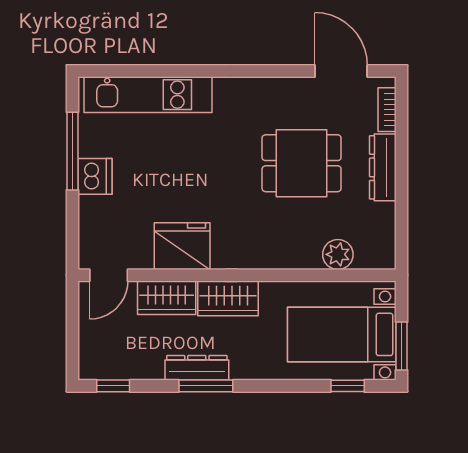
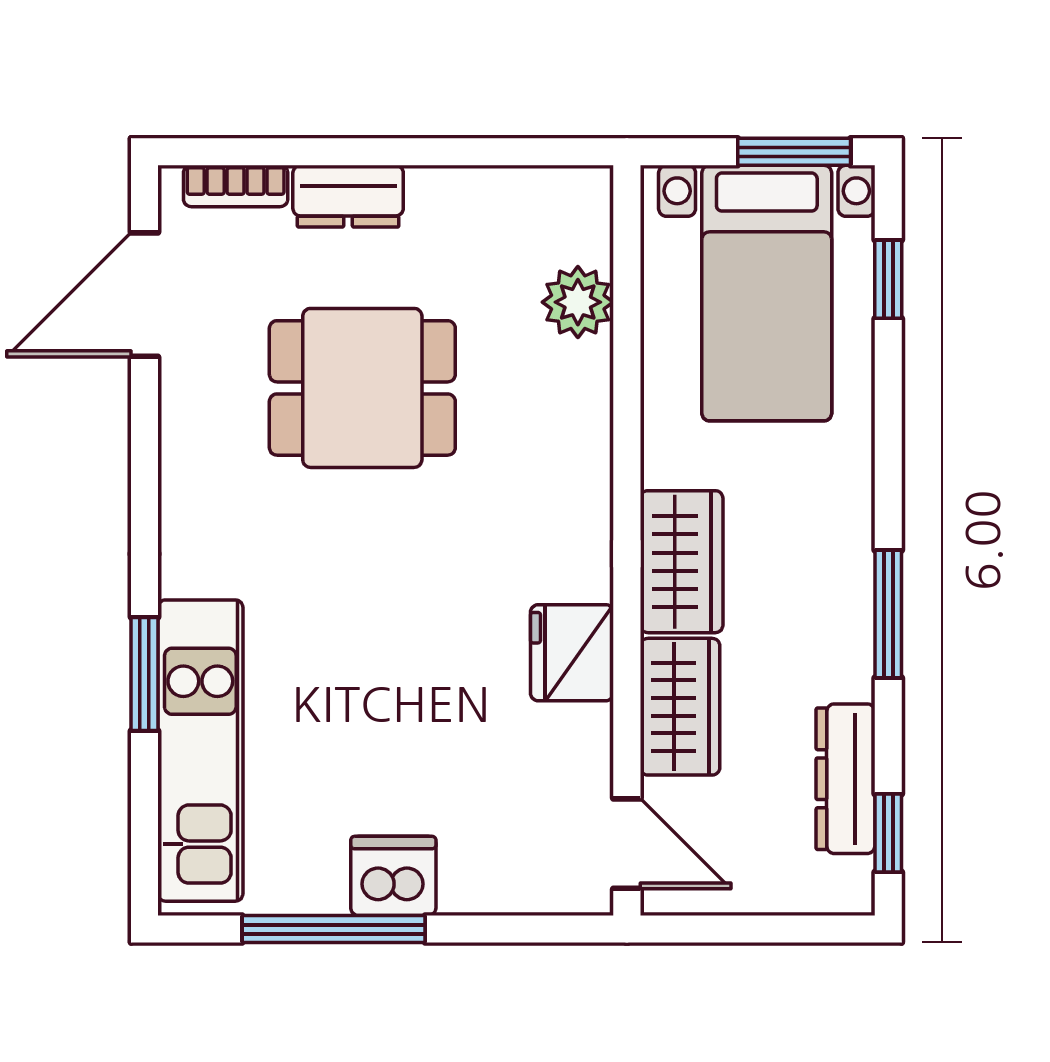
window: (180, 71) -> (144, 674), added
dining table: (302, 163) -> (362, 388), turned 90
dresser: (383, 167) -> (348, 196), width x0.70
fridge: (182, 246) -> (572, 653), width x0.73, depth x0.75
dresser: (197, 368) -> (845, 779), moved

